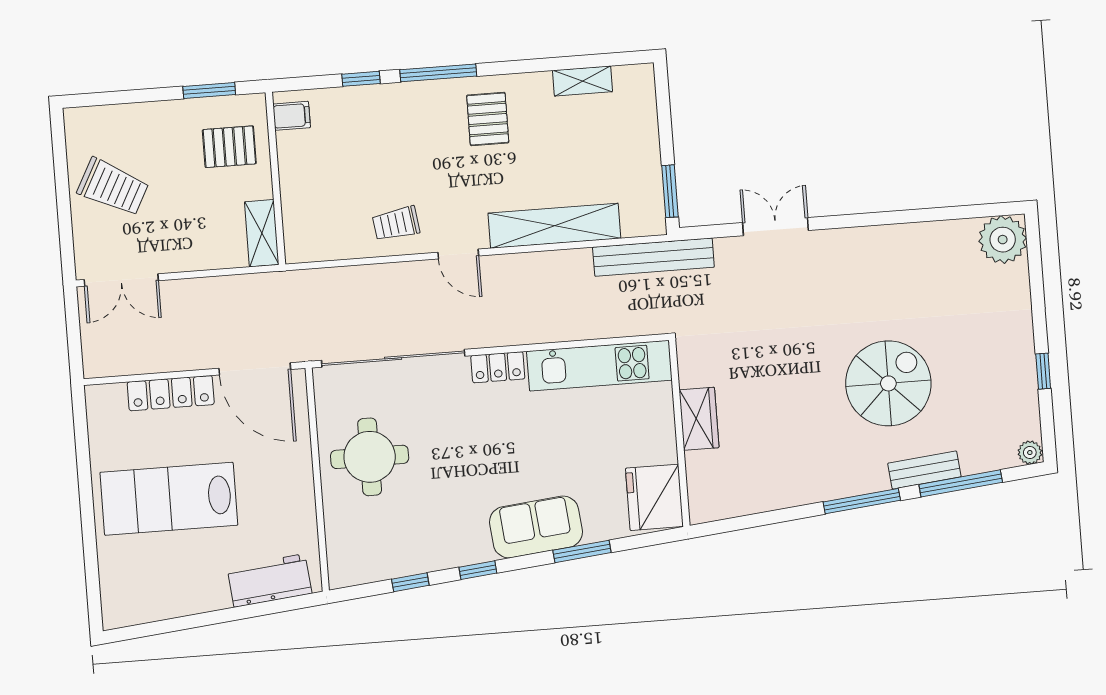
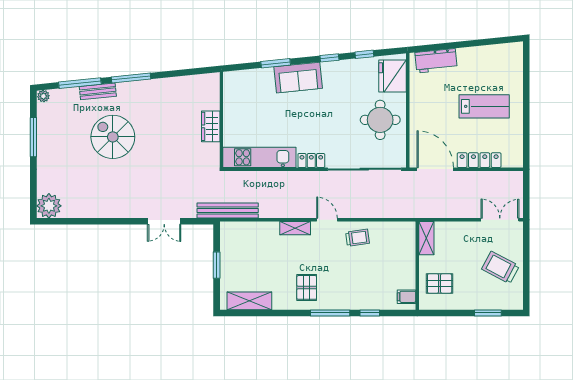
shelving: (583, 81) -> (249, 301), width x1.50, depth x1.33
window: (209, 90) -> (488, 313), moved
window: (670, 191) -> (217, 265), moved
shelving: (554, 226) -> (295, 228), width x0.45, depth x0.75
window: (1043, 371) -> (33, 137), width x2.17
spiral stairs: (888, 383) -> (113, 137), turned 90
fridge: (654, 497) -> (393, 76), moved, turned 180
lab bench: (169, 499) -> (484, 106), width x0.73, depth x0.72

